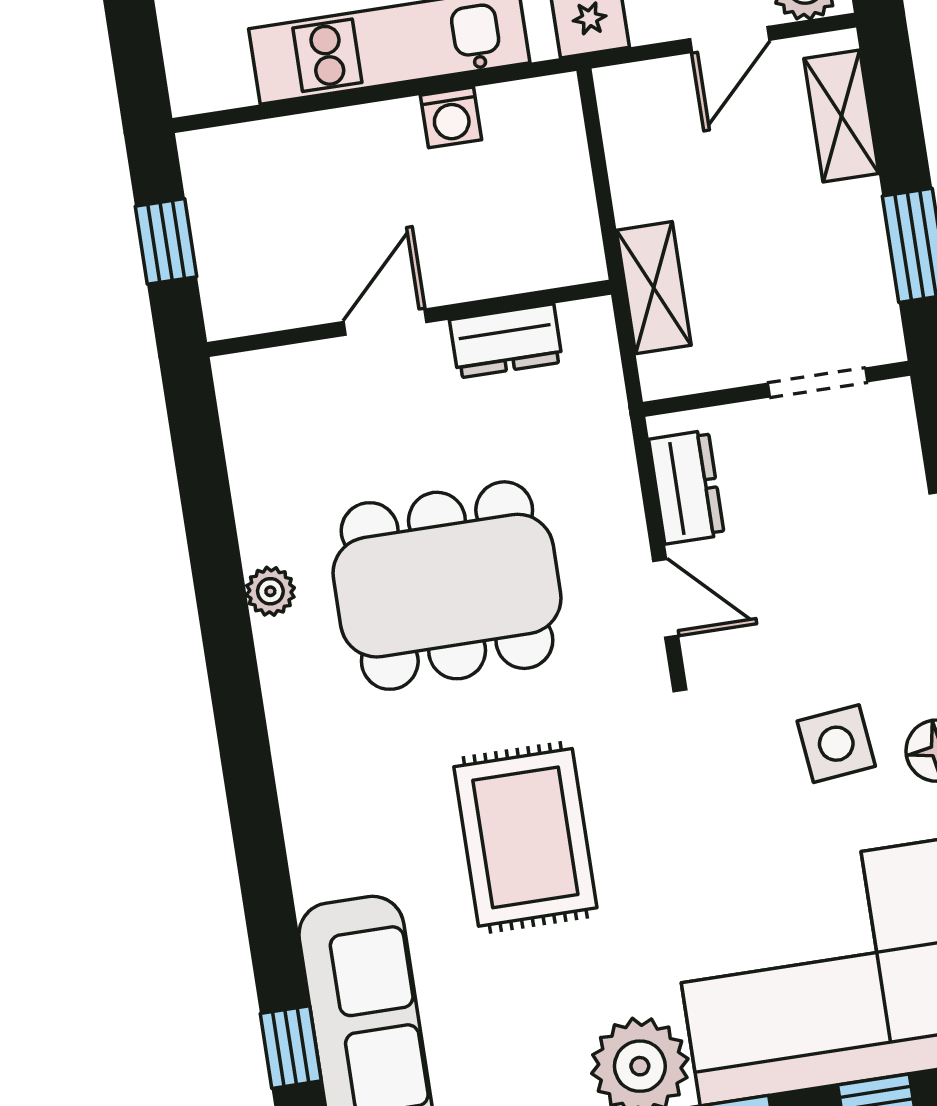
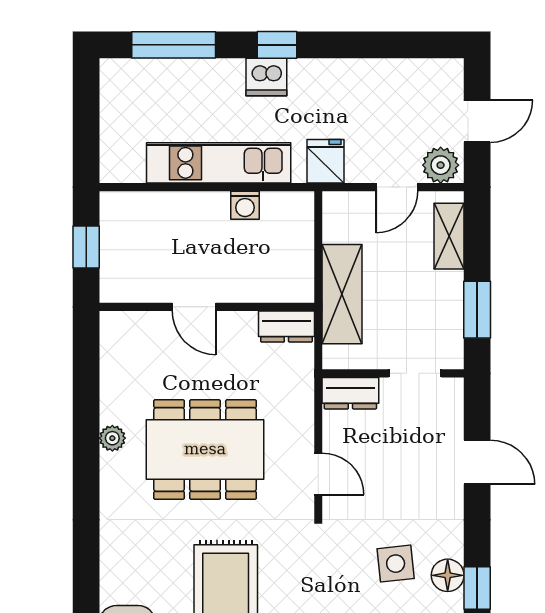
shelving: (654, 288) -> (342, 294), width x1.50, depth x1.33
door: (385, 322) -> (194, 307), swing flipped
dresser: (506, 341) -> (286, 326), moved
dresser: (686, 487) -> (350, 393), moved, turned 90

